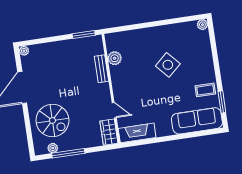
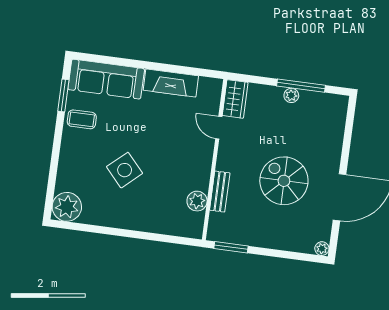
plant: (202, 25) -> (67, 207), width x1.88, depth x1.88
spiral stairs: (52, 120) -> (284, 181), moved
fireplace: (137, 133) -> (171, 83), moved
plant: (53, 148) -> (291, 95), moved

